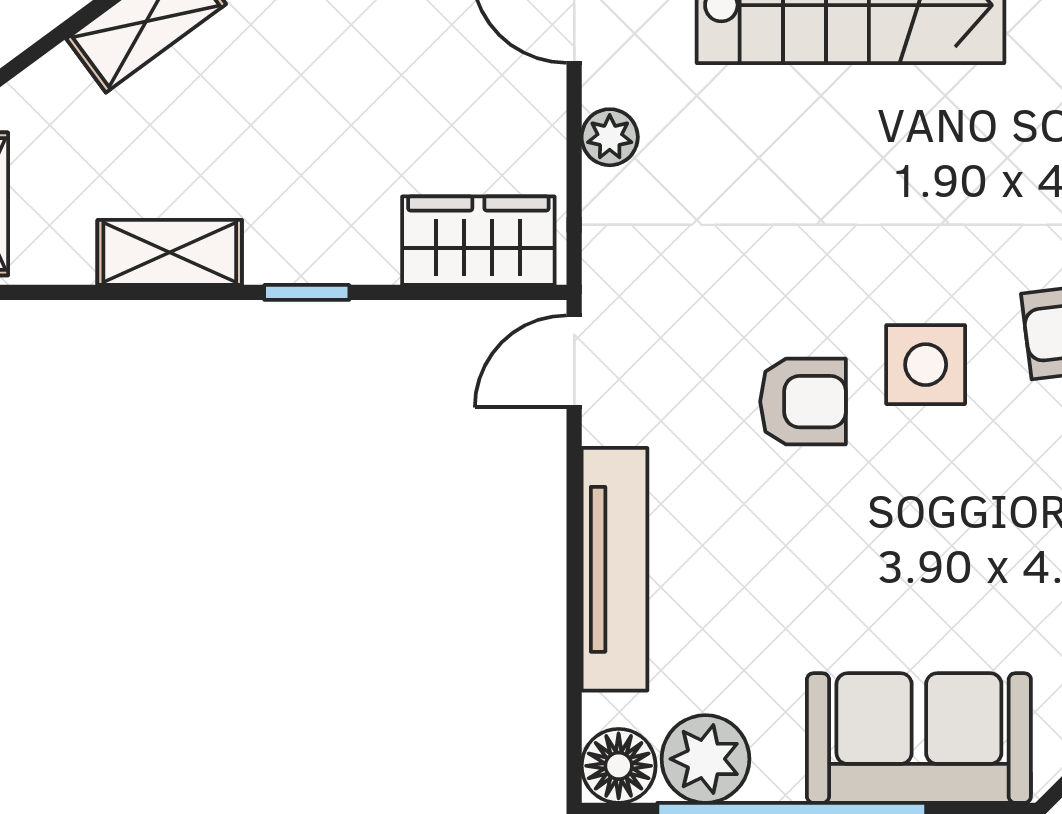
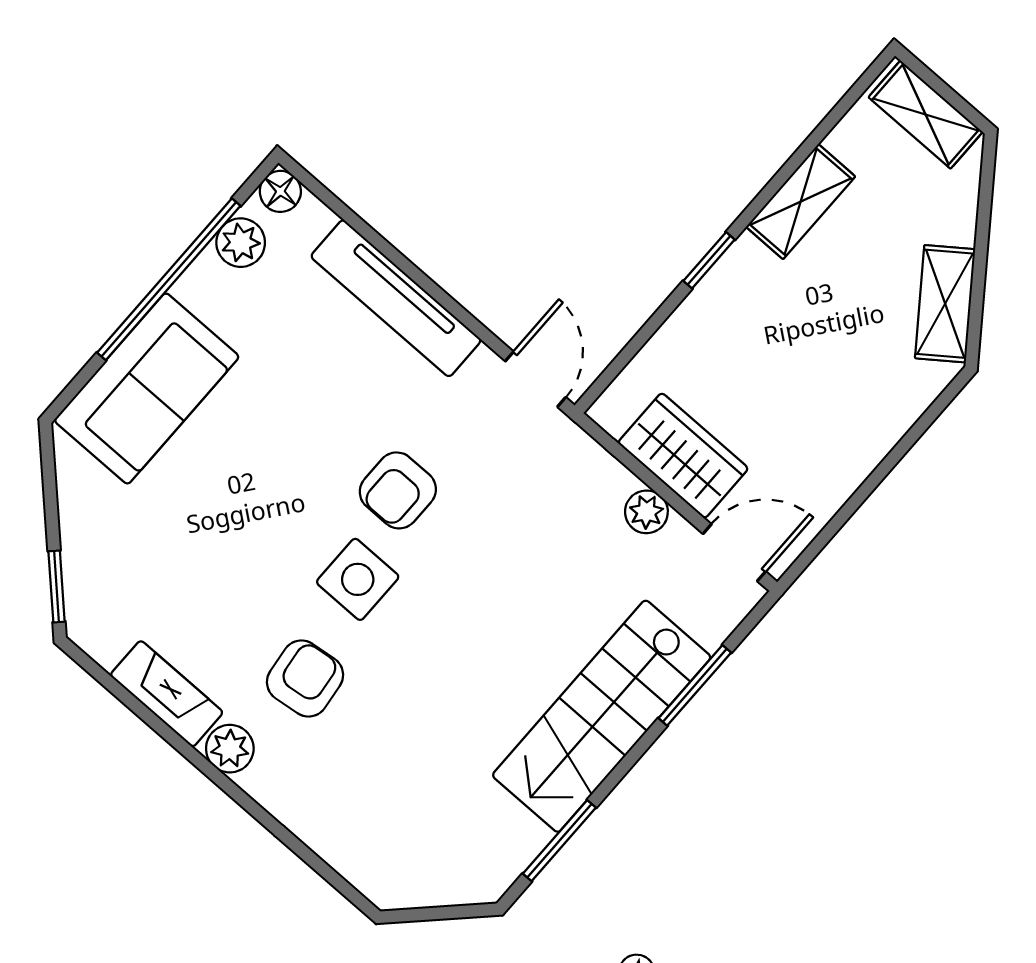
wardrobe: (478, 241) -> (683, 456), moved, turned -90
plant: (705, 759) -> (241, 243), width x0.73, depth x0.73
floor lamp: (619, 766) -> (280, 191), width x0.73, depth x0.73

